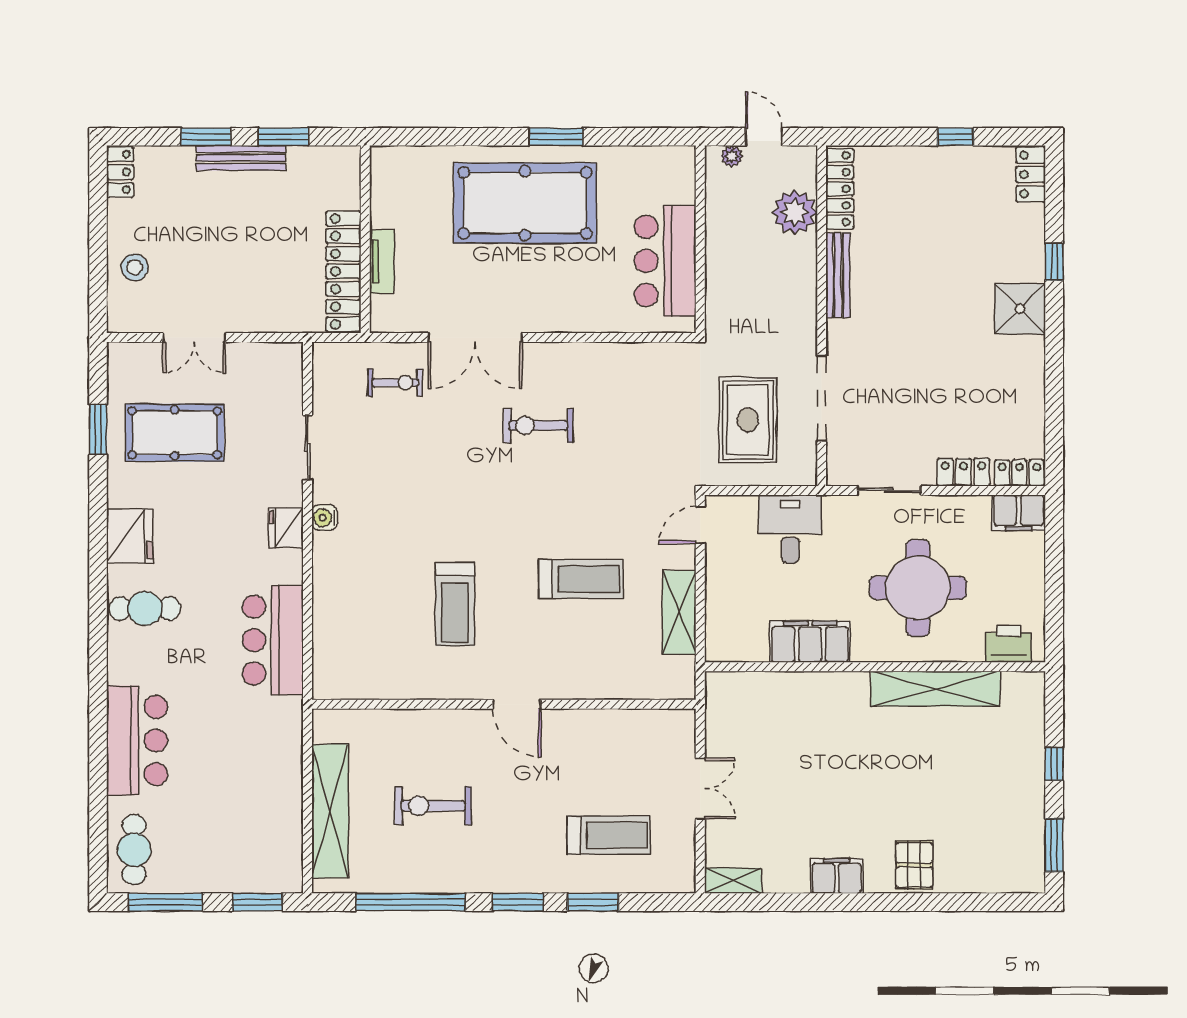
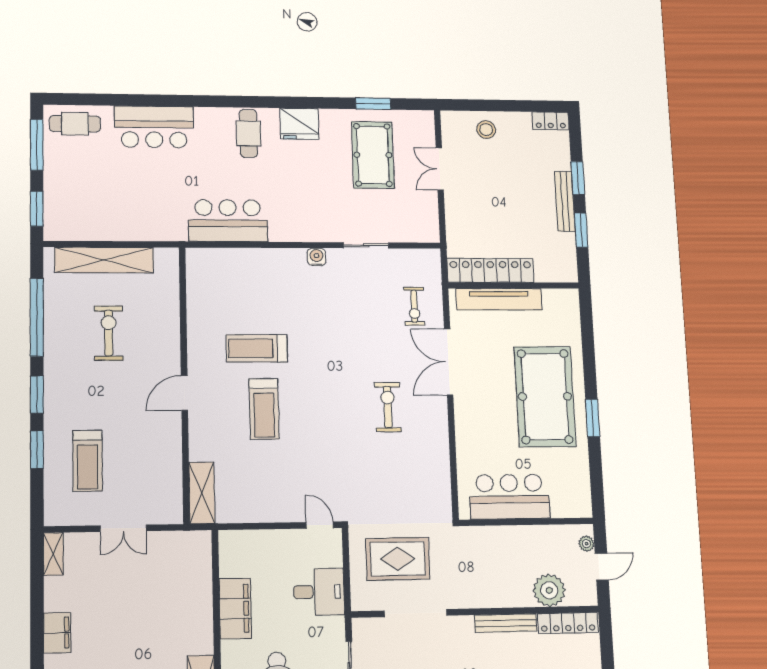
tv unit: (382, 262) -> (499, 299), width x1.92, depth x1.29
fridge: (286, 528) -> (309, 230), removed
treadmill: (581, 579) -> (264, 409), moved
shelving: (679, 612) -> (202, 493), moved, turned 90

